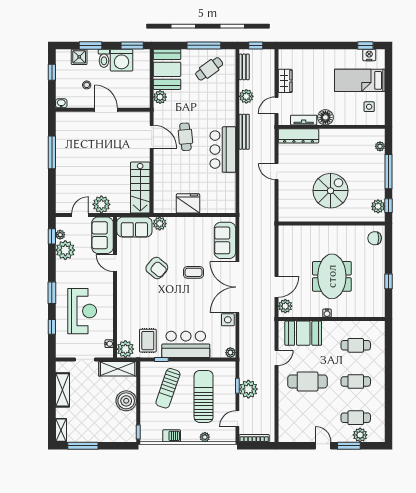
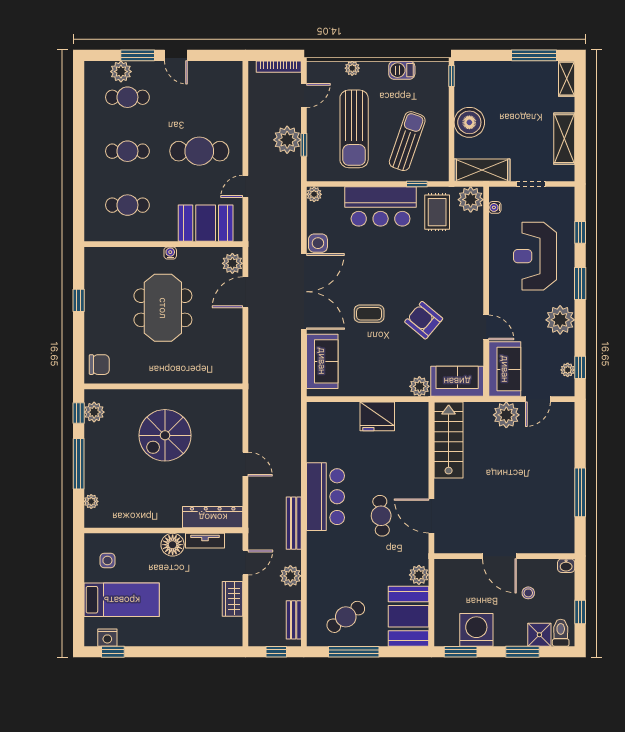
toilet: (104, 58) -> (561, 633), moved
plant: (65, 250) -> (560, 320), moved

